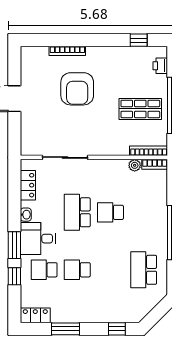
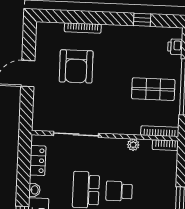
window: (139, 40) -> (142, 20), moved
armchair: (77, 89) -> (76, 66), moved
plant: (135, 165) -> (133, 145), moved

